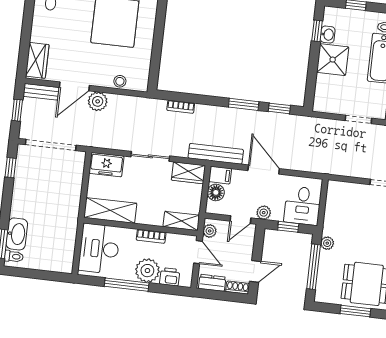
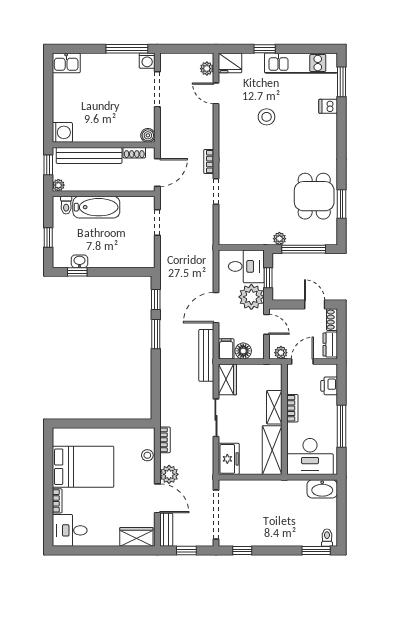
shower: (333, 60) -> (103, 254), removed
bookcase: (181, 107) -> (165, 440), moved
plant: (264, 213) -> (251, 297), width x1.88, depth x1.88
shelving: (181, 221) -> (274, 407), moved
washbasin: (17, 234) -> (322, 489), moved, turned 180
plant: (147, 271) -> (326, 408), removed

